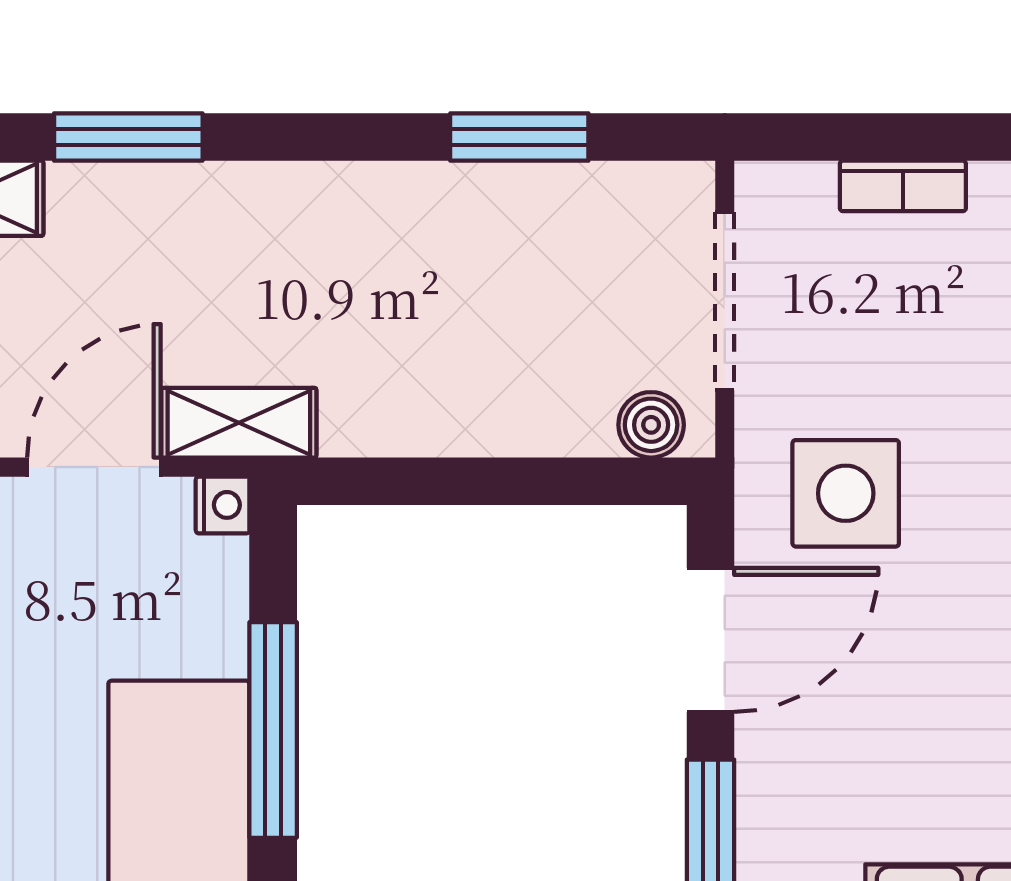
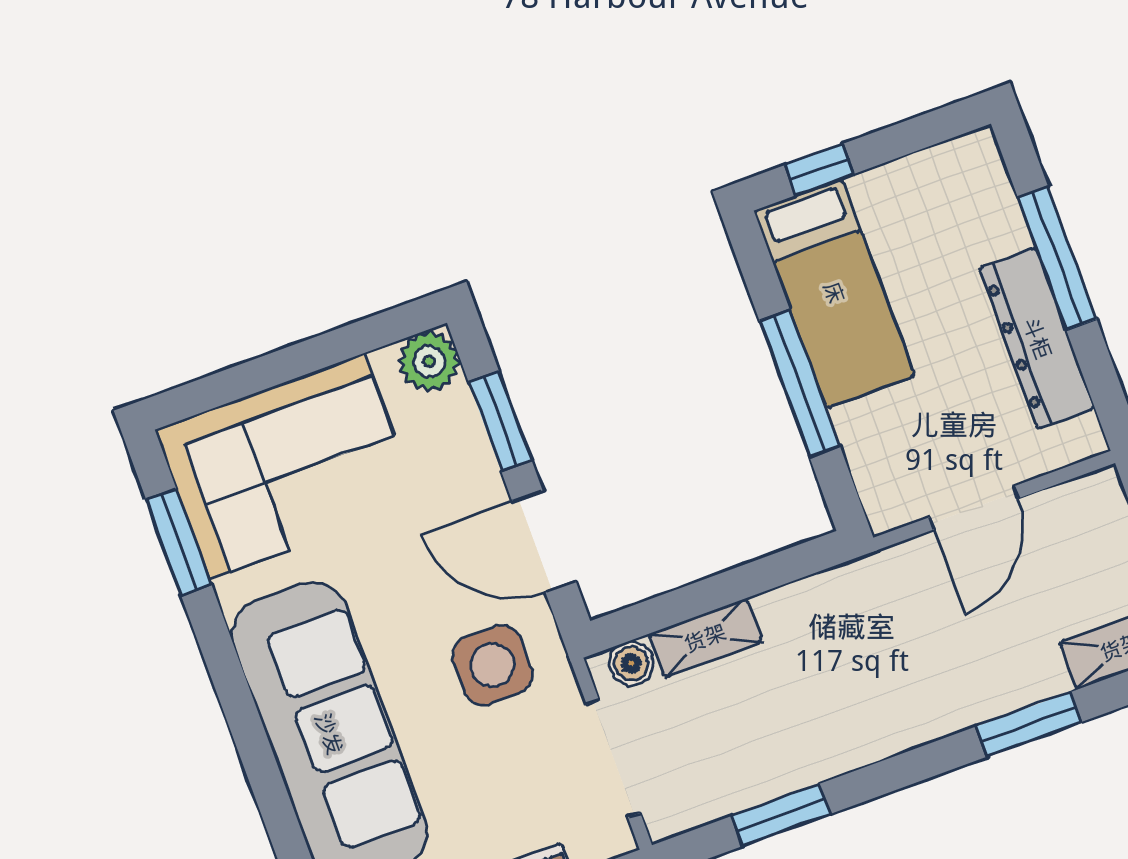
shelving: (239, 423) -> (705, 638), moved
nightstand: (223, 505) -> (884, 514), removed
door: (711, 640) -> (544, 541), hinge flipped

